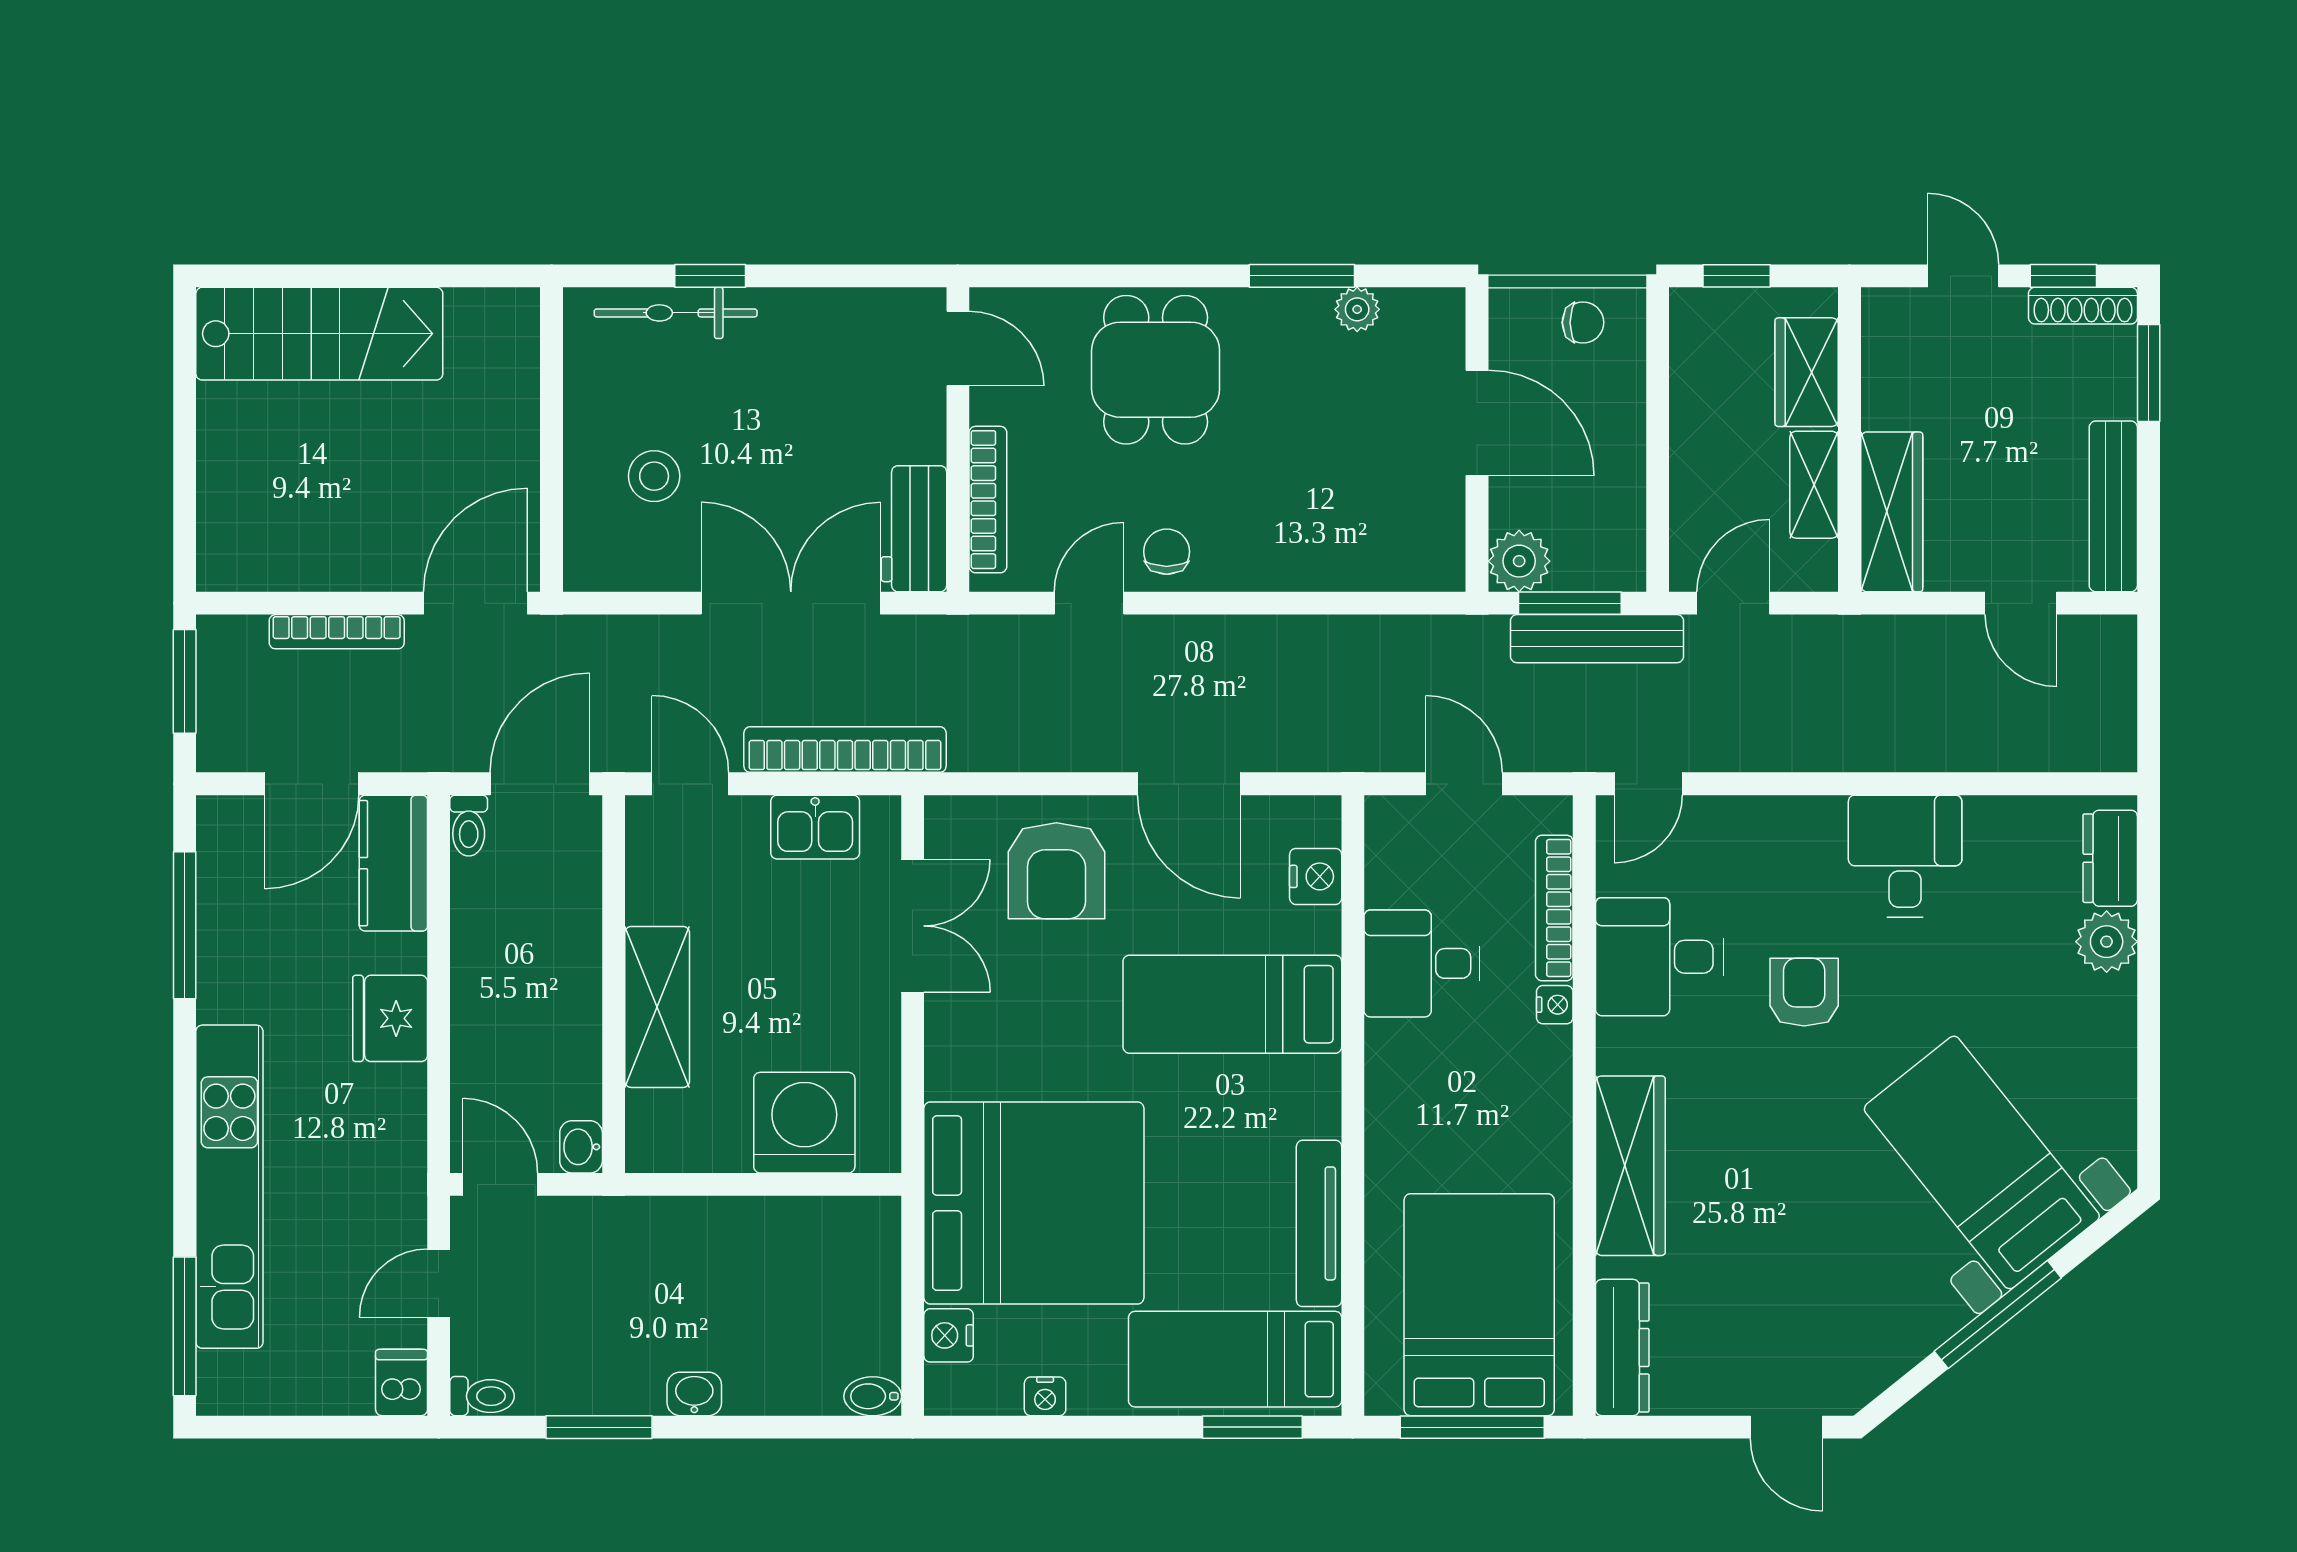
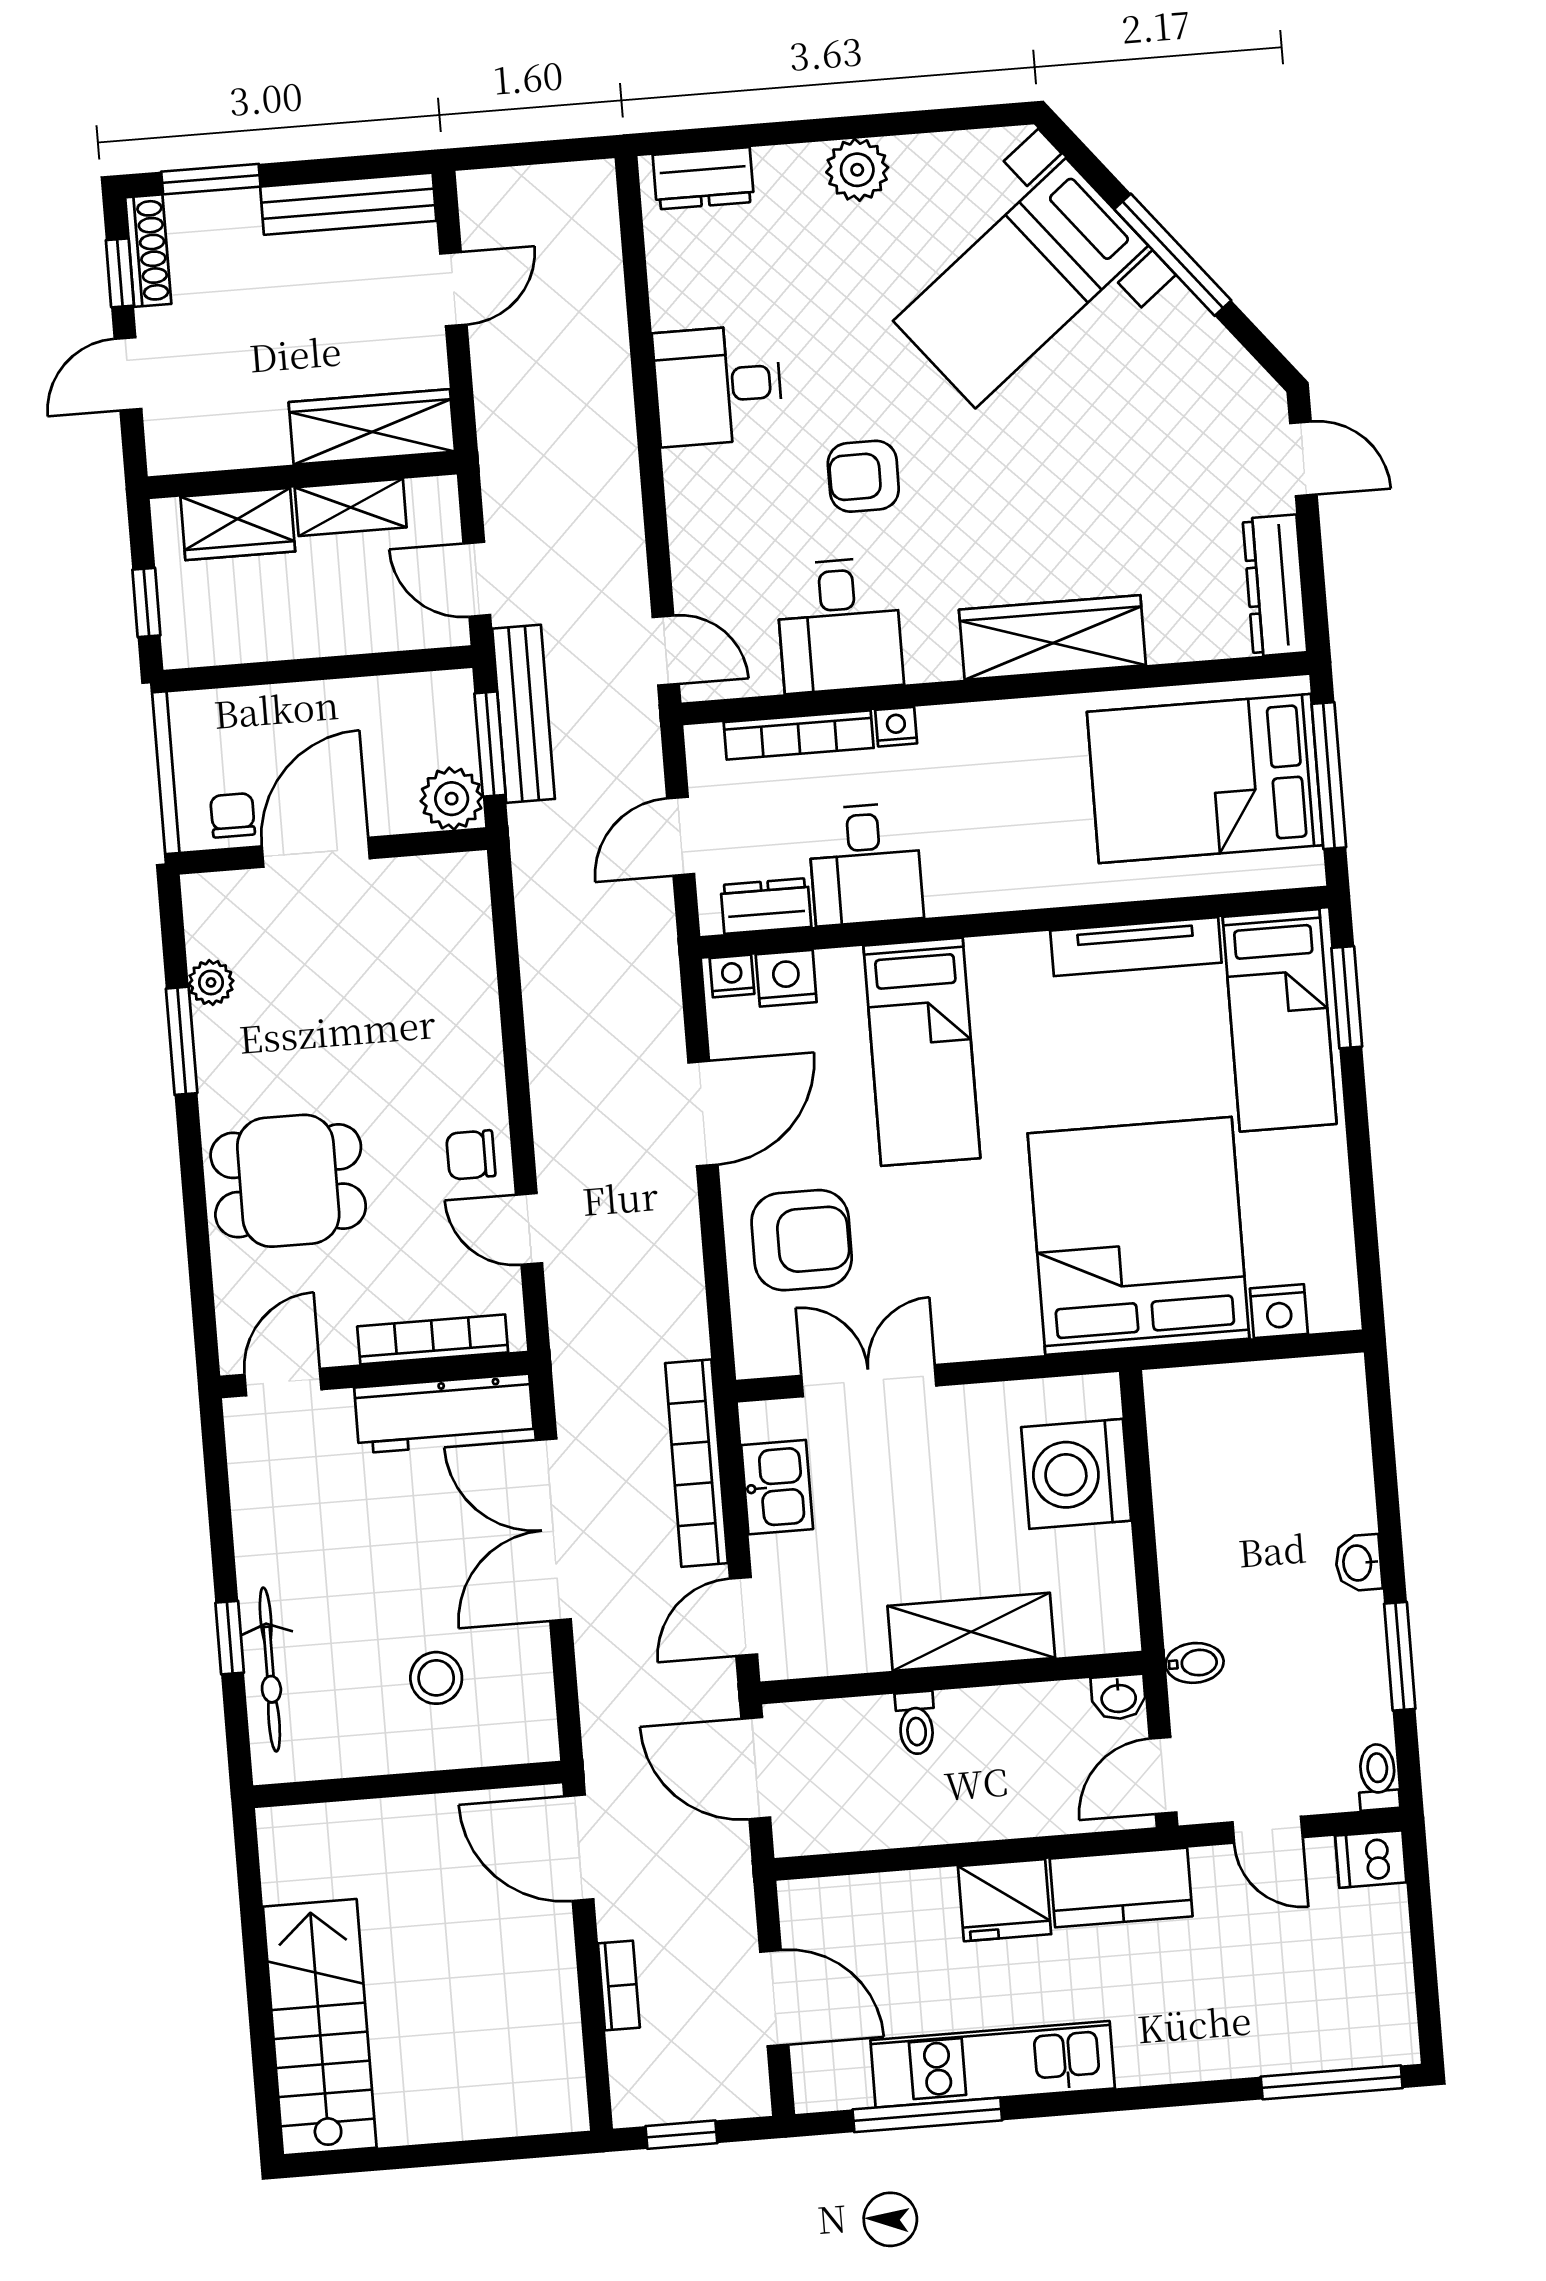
chair: (1583, 323) -> (233, 815), moved
workbench: (914, 529) -> (444, 1414), width x1.38
bookcase: (337, 632) -> (619, 1985), width x0.64
window: (185, 681) -> (681, 2135), width x0.67
toilet: (469, 826) -> (916, 1723), moved, turned 90
dresser: (1388, 862) -> (766, 906), added
kitchen counter: (393, 863) -> (1121, 1888), moved
plant: (2107, 942) -> (857, 170), moved
kitchen unit: (229, 1187) -> (993, 2064), moved, width x0.73
dresser: (1622, 1347) -> (1275, 585), moved, turned -90
bidet: (873, 1396) -> (1195, 1663), moved, turned -90
nightstand: (1045, 1396) -> (732, 976), moved, turned -90
door: (1786, 1427) -> (1303, 459), hinge flipped

